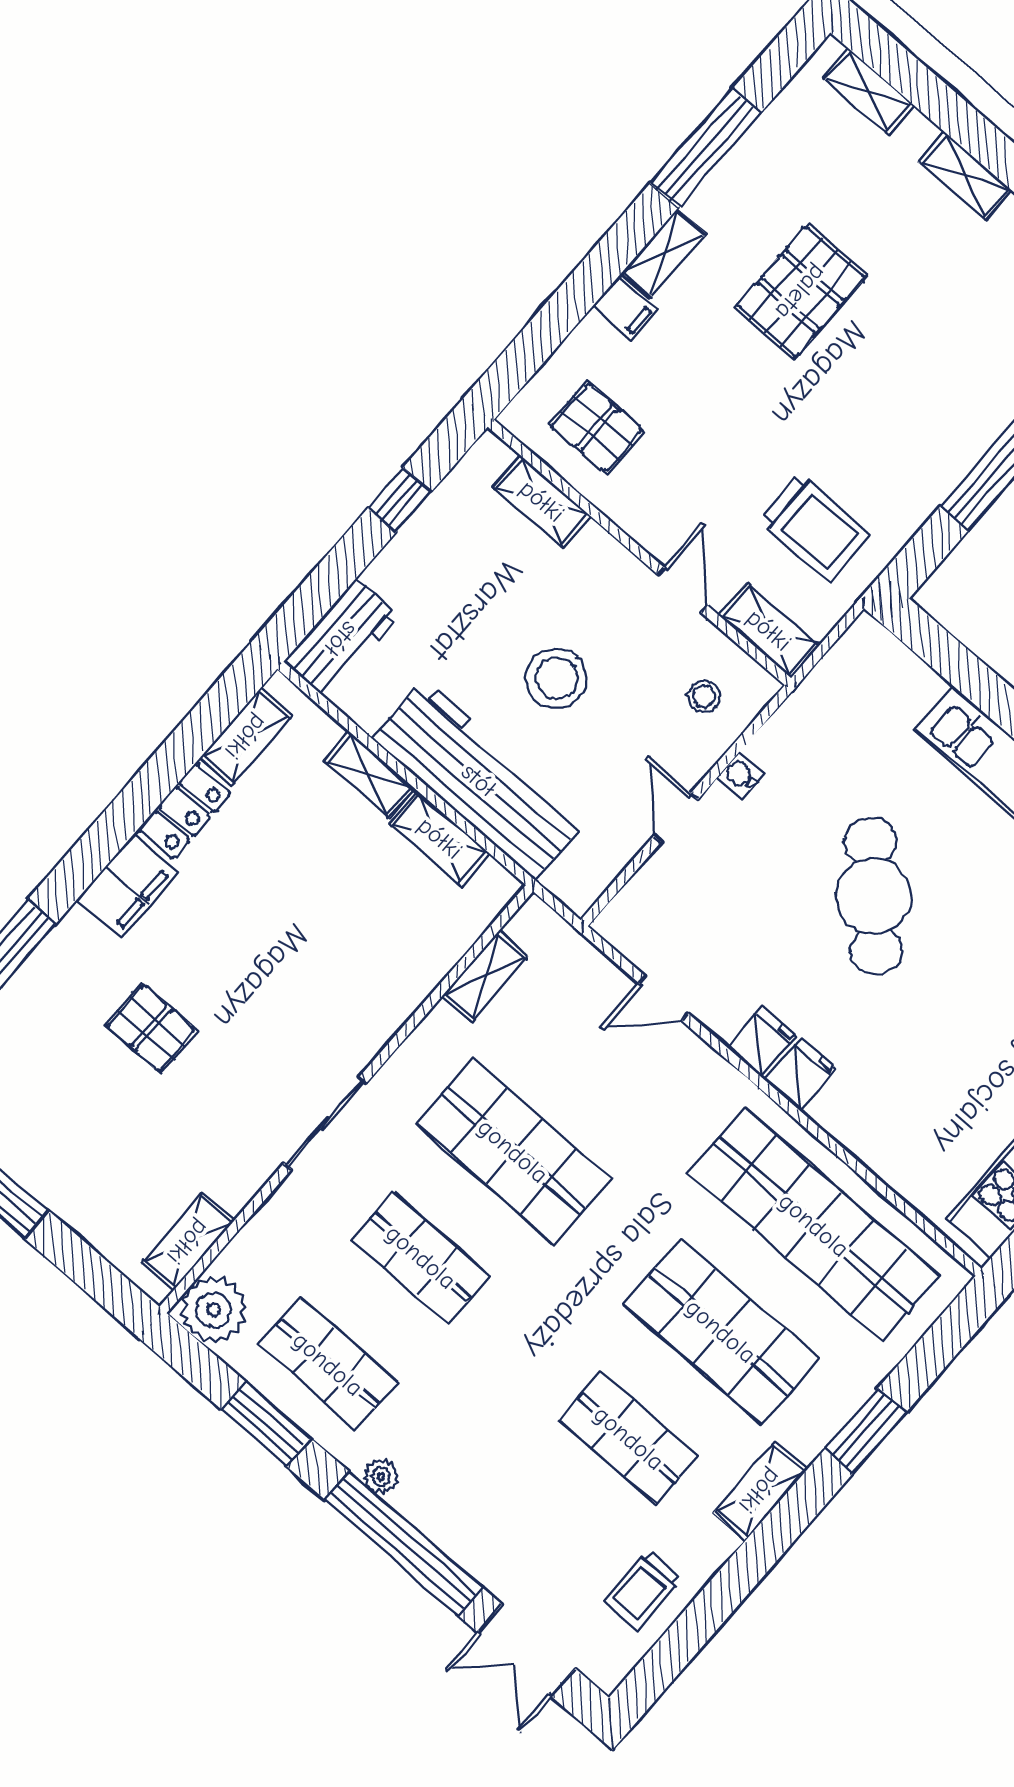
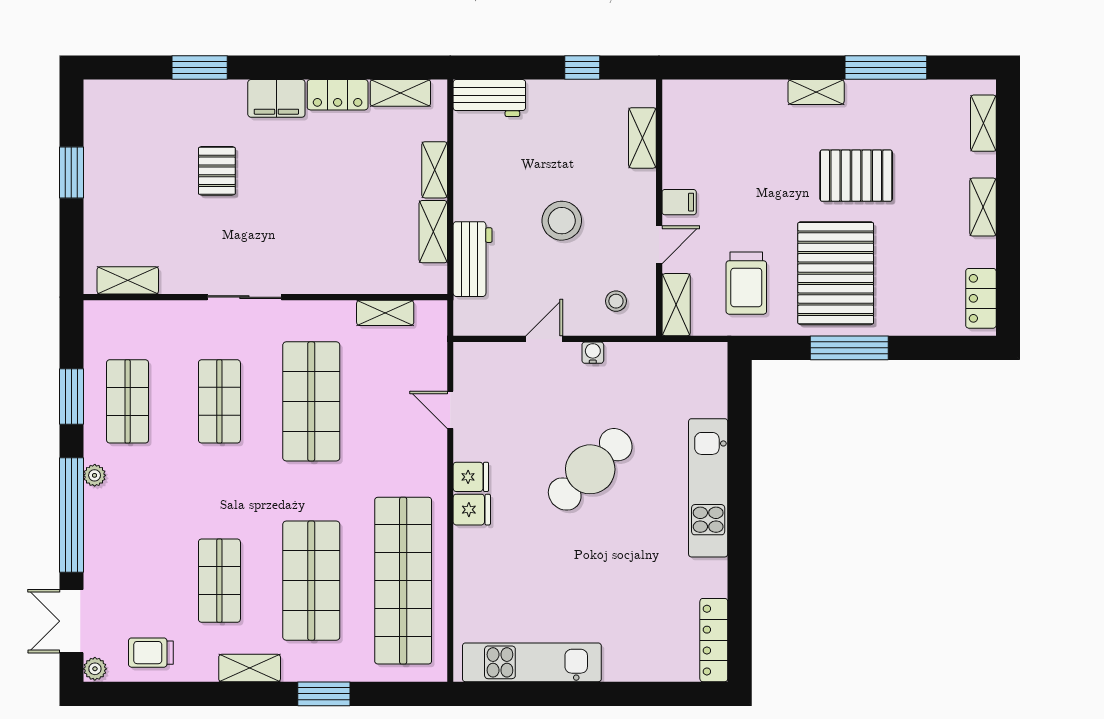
filing cabinet: (625, 308) -> (679, 202), moved, turned -90
pallet: (597, 428) -> (836, 273), moved, width x2.05, depth x2.00
workbench: (479, 780) -> (473, 259), width x0.53, depth x0.76
plant: (213, 1310) -> (95, 669), moved, width x0.53, depth x0.53

